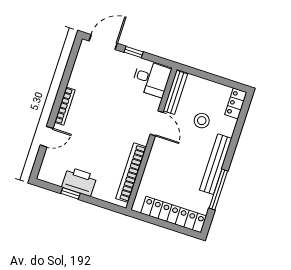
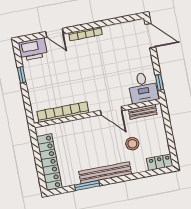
window: (134, 52) -> (159, 82), moved
bench: (175, 92) -> (143, 112), width x0.73
door: (157, 123) -> (111, 111), hinge flipped
printer: (79, 182) -> (33, 49), moved, turned 90
window: (218, 189) -> (87, 185), width x0.69

